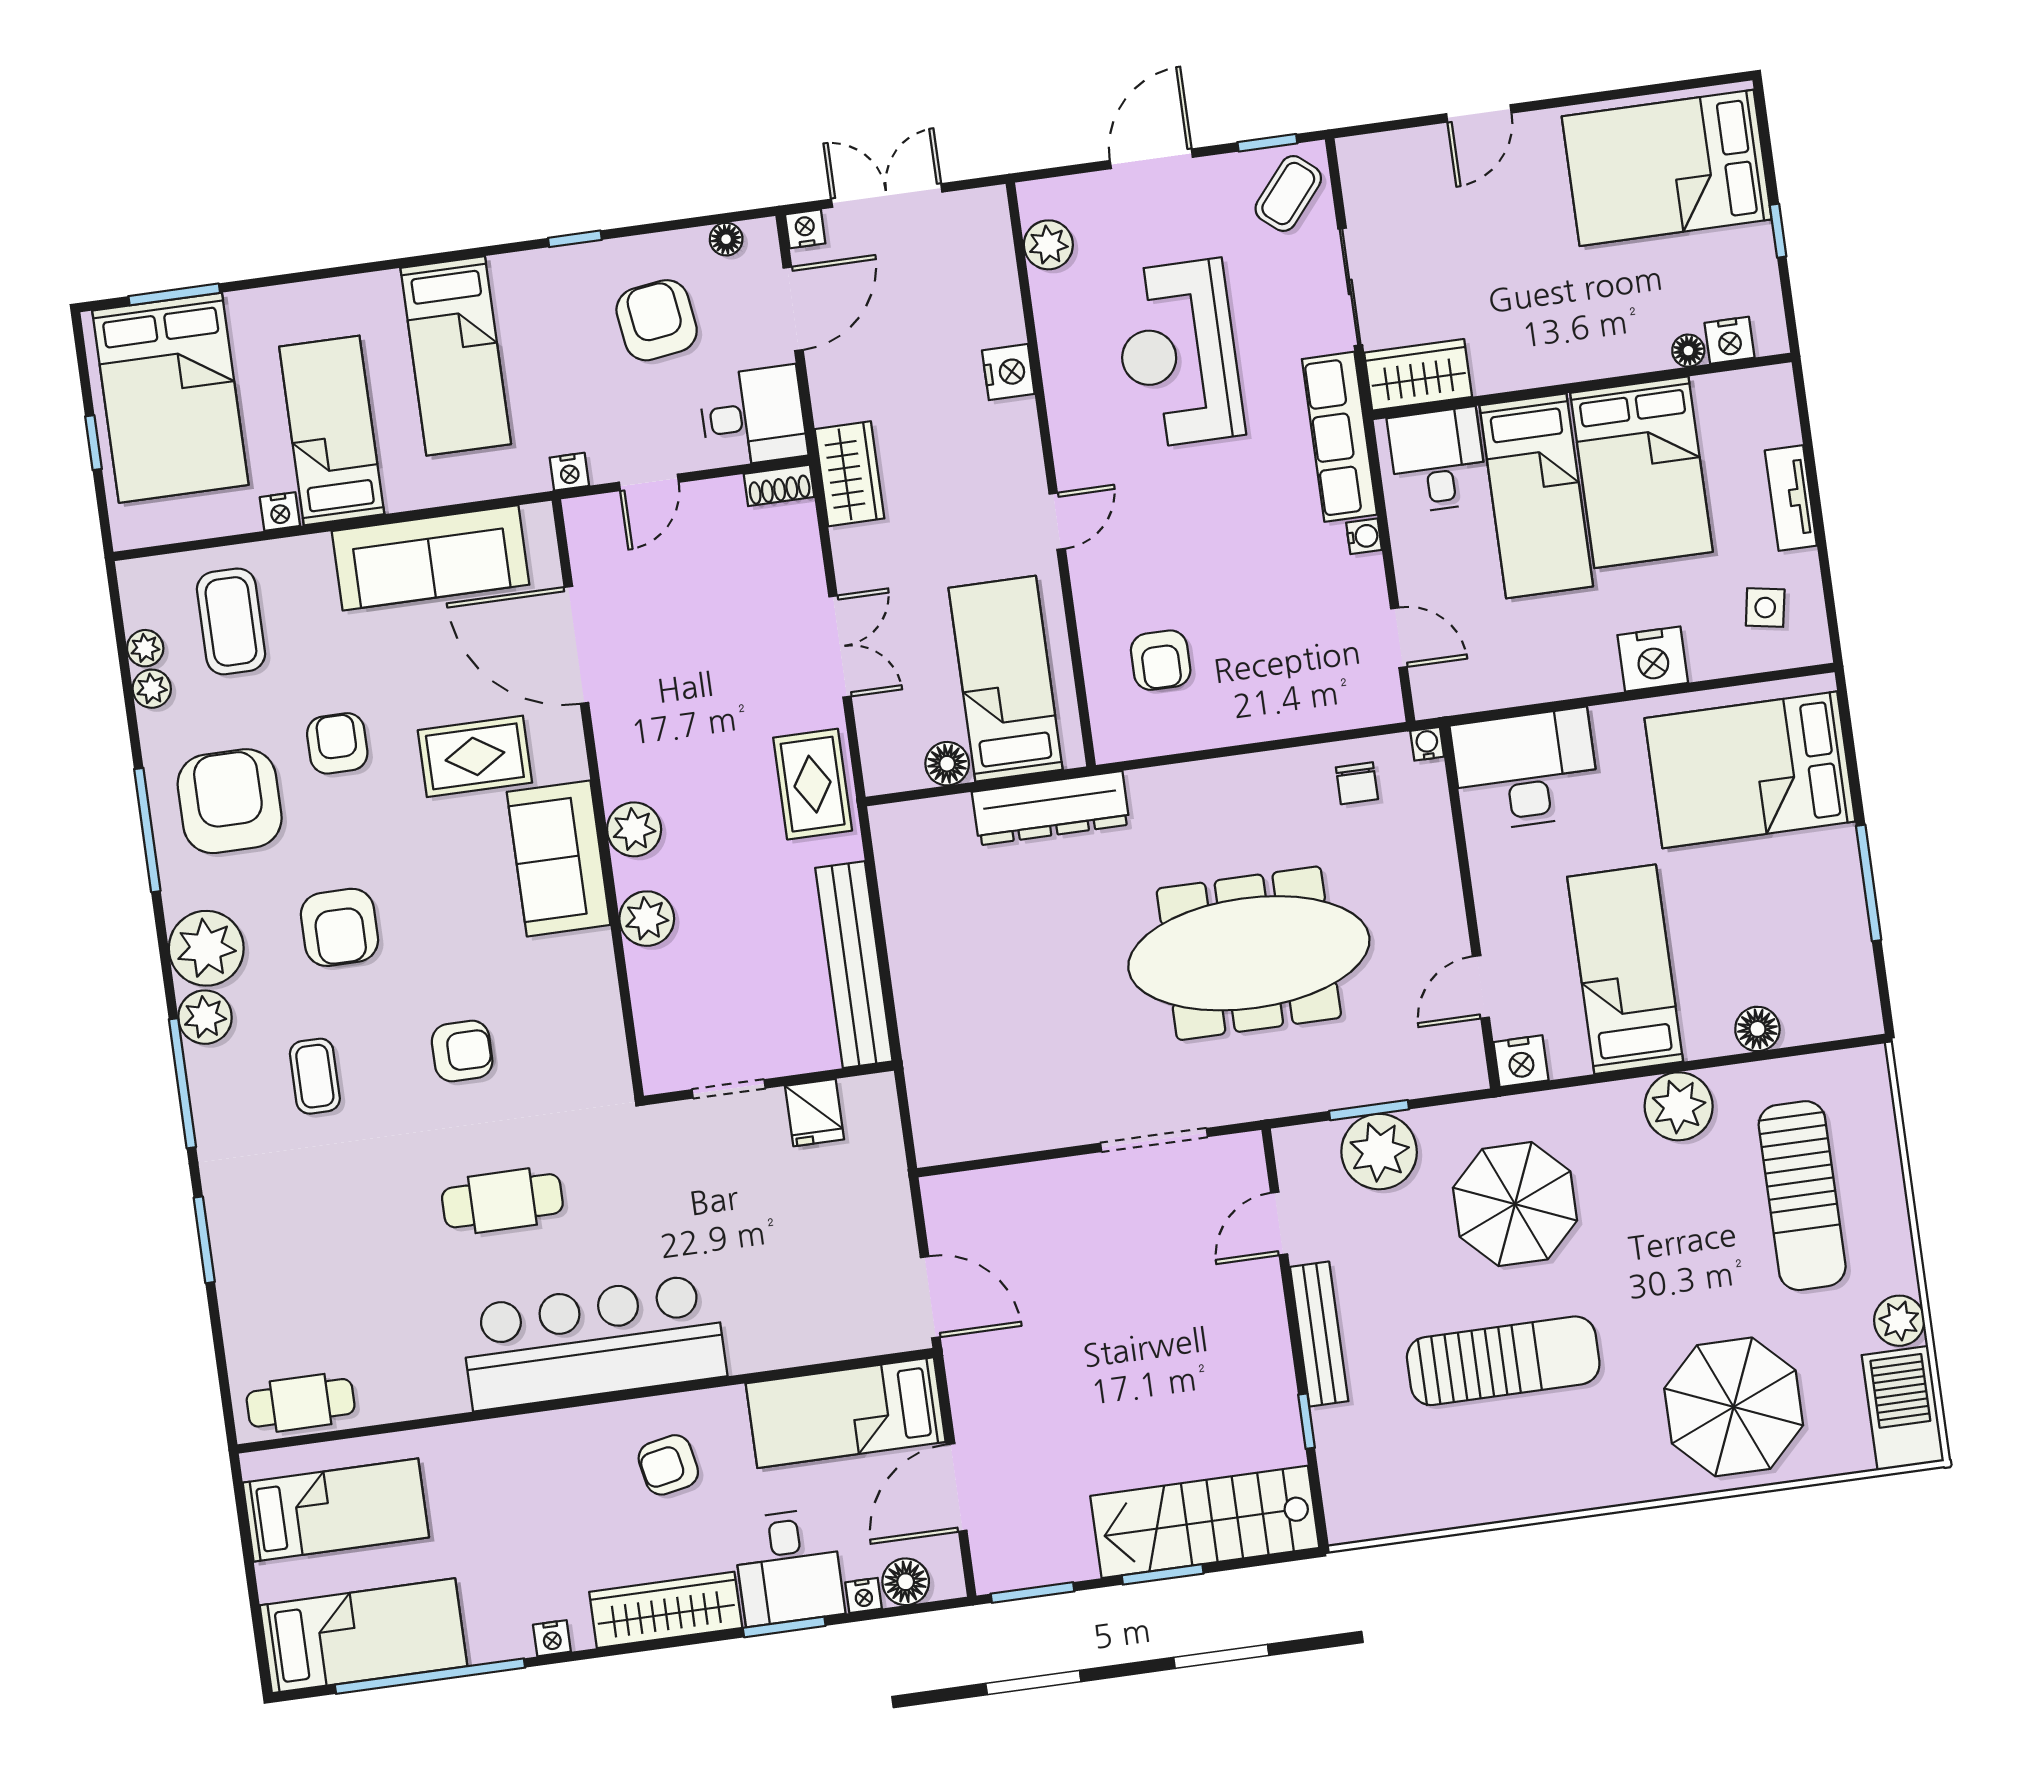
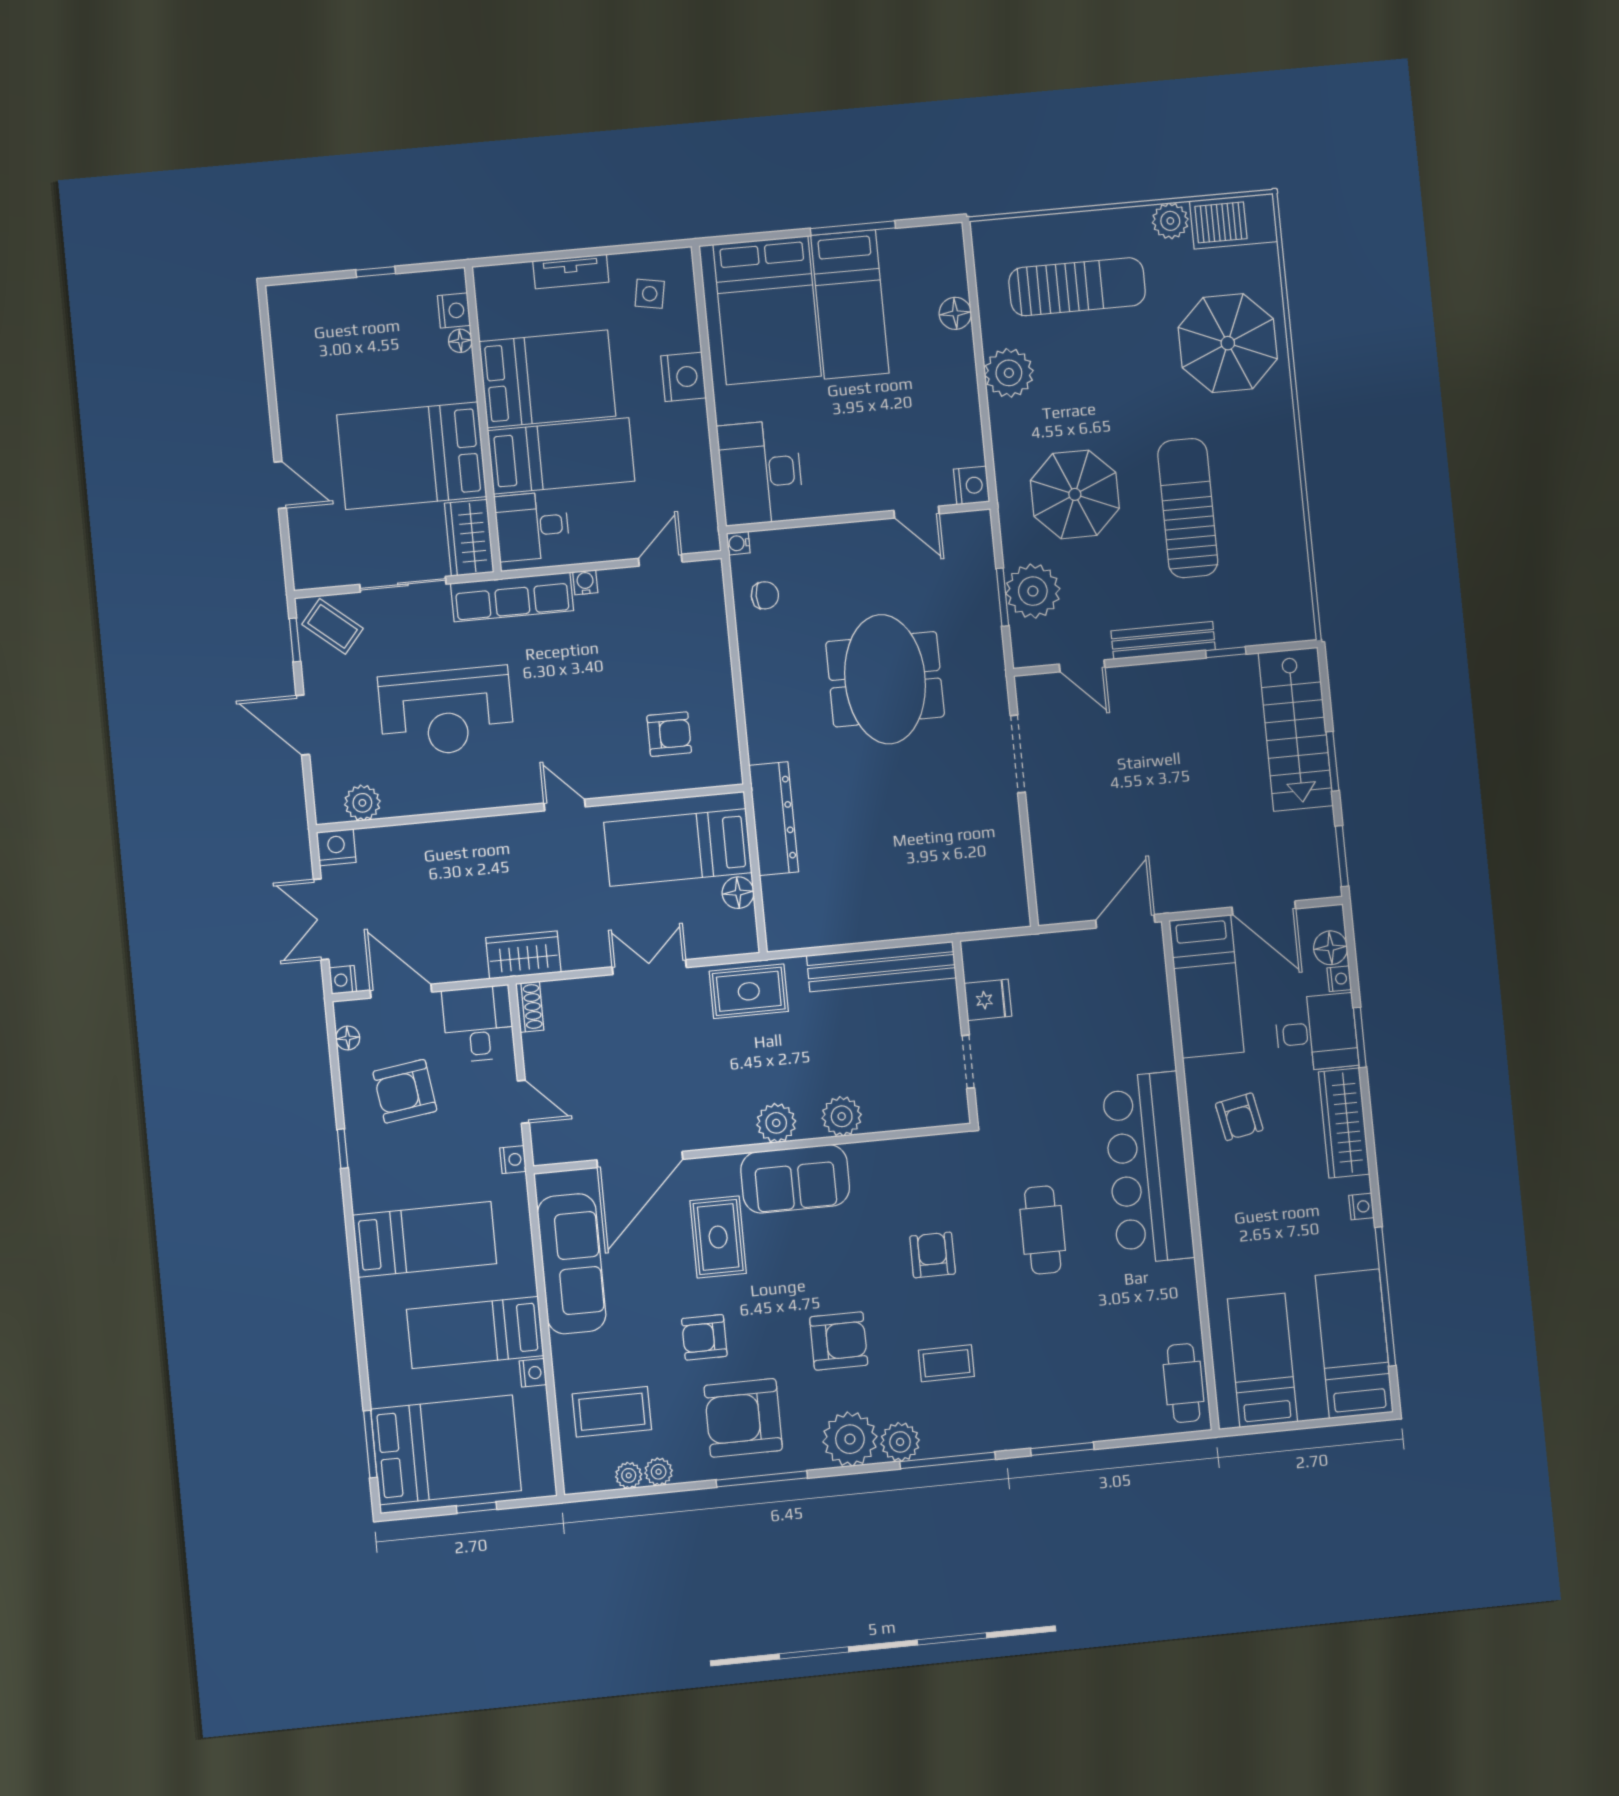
bed: (1667, 168) -> (412, 456), moved, turned 90
nightstand: (1008, 372) -> (336, 847), moved
meeting table: (1249, 953) -> (885, 679), width x0.73
bed: (1625, 969) -> (850, 304), moved, turned -90

